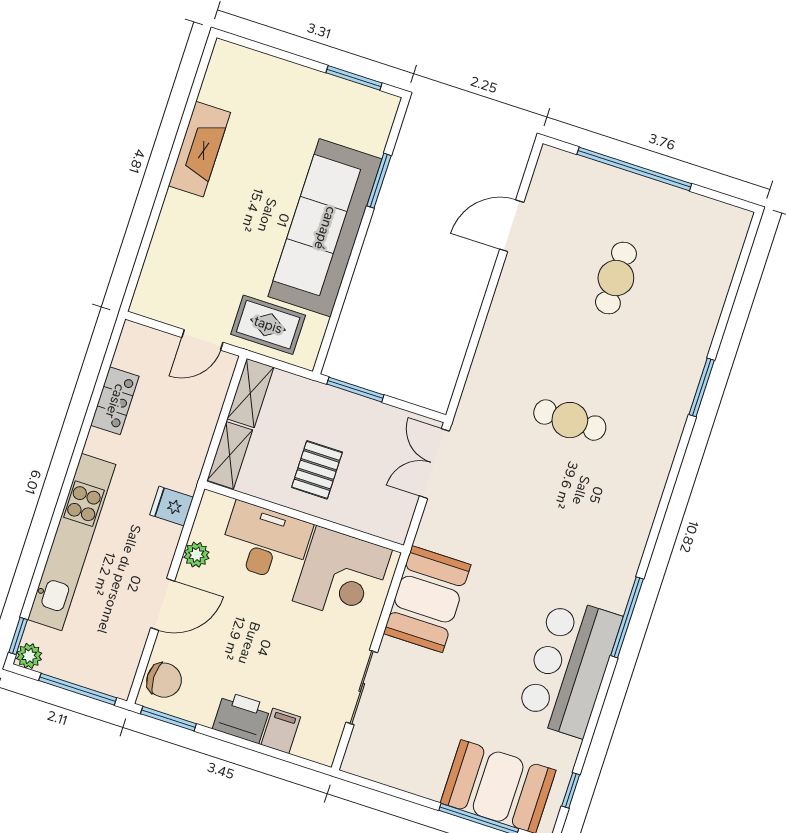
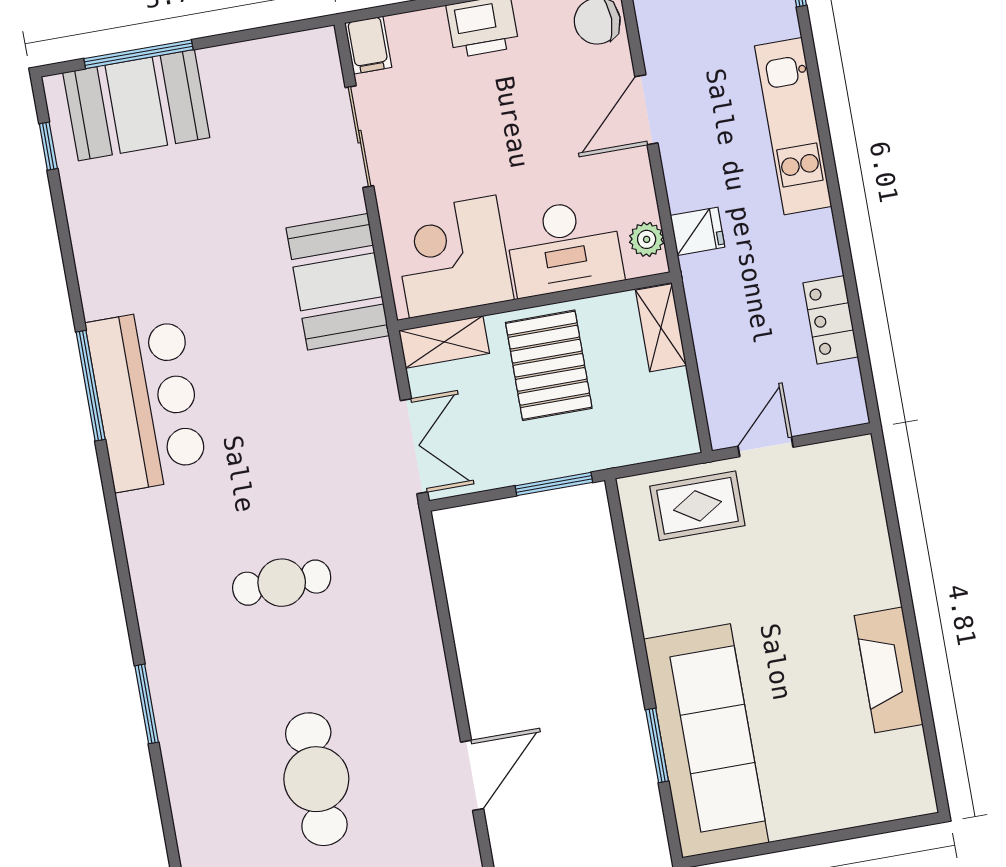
window: (354, 78) -> (751, 851), removed
sofa: (325, 228) -> (706, 741), moved
cafe table: (616, 278) -> (316, 779), width x1.37, depth x1.35
shelving: (250, 393) -> (444, 342), moved, turned 90
pallet: (317, 470) -> (549, 365), width x1.50, depth x1.42
kitchen unit: (72, 542) -> (793, 126), width x0.73
plant: (196, 555) -> (647, 239), moved
bar counter: (569, 667) -> (147, 400), moved
filing cabinet: (281, 731) -> (368, 45), moved

